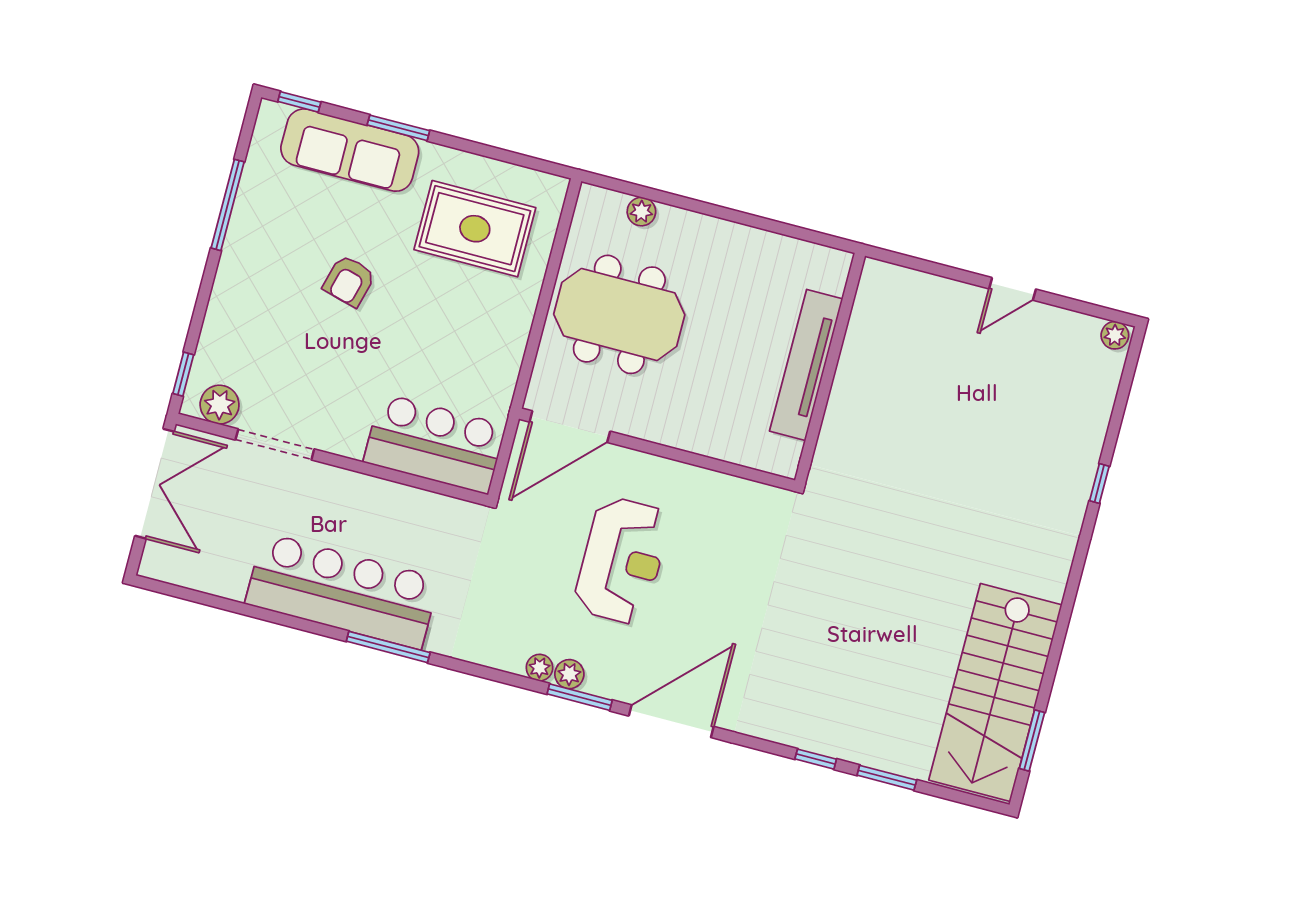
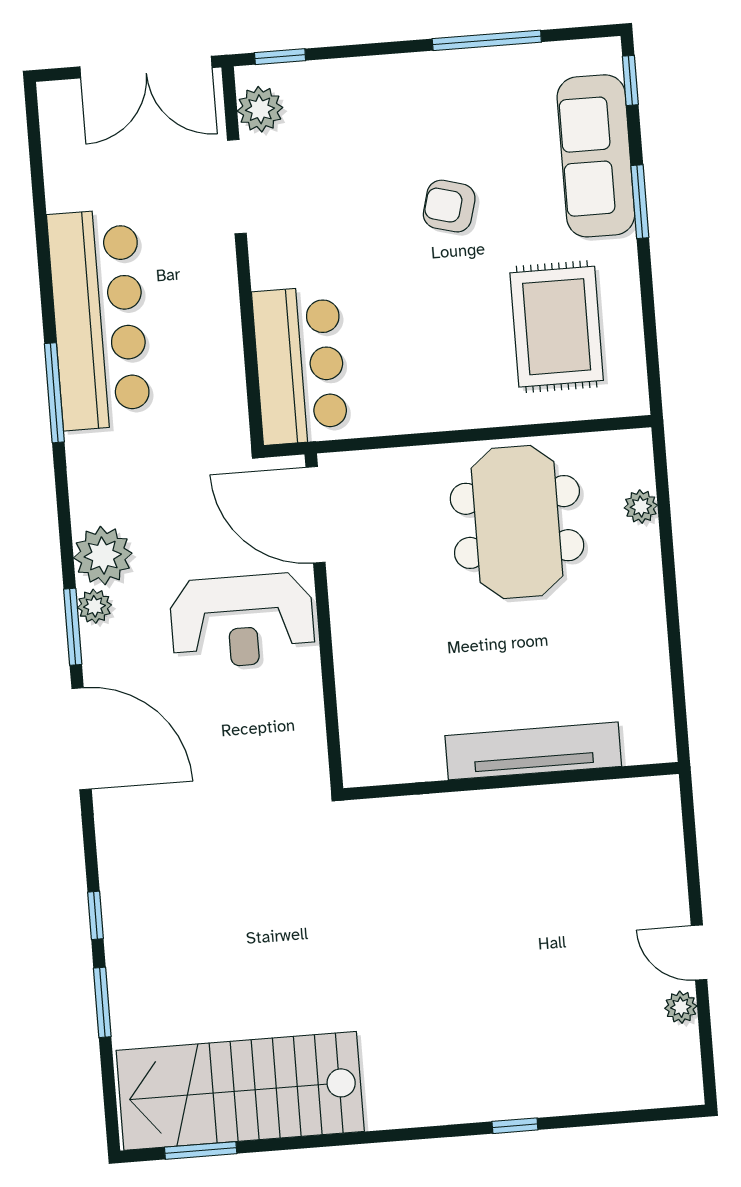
plant: (1115, 335) -> (681, 1007), moved
door: (570, 427) -> (316, 515), moved
wall: (657, 450) -> (324, 621), moved
plant: (539, 668) -> (103, 556), width x1.87, depth x1.87

